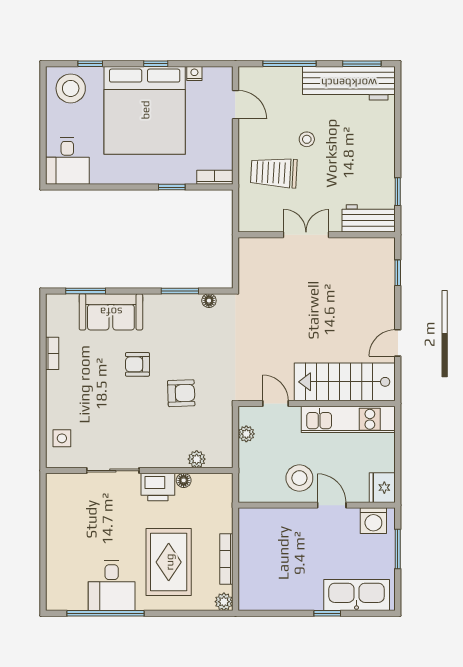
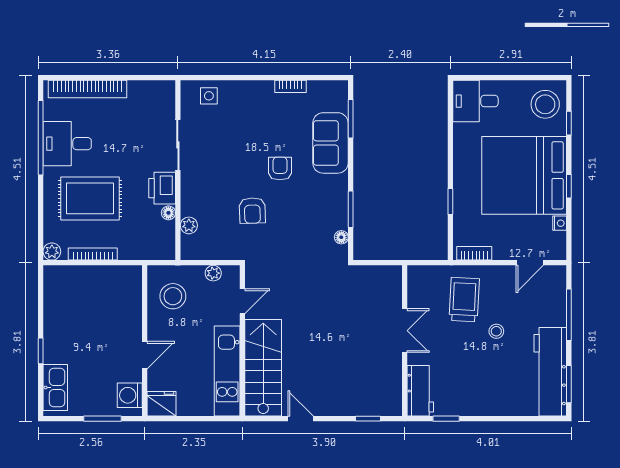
bookcase: (215, 177) -> (474, 253), moved, turned -90
stool: (299, 478) -> (173, 296), moved
bookcase: (55, 565) -> (88, 89), added
kitchen sink: (357, 595) -> (55, 387), width x0.73, depth x0.81

